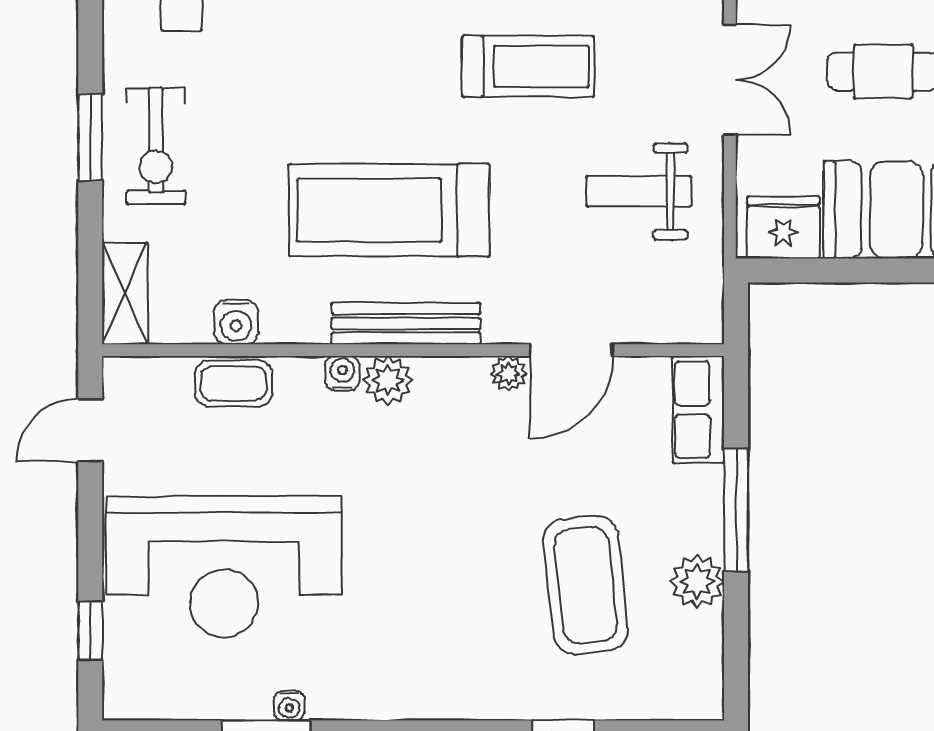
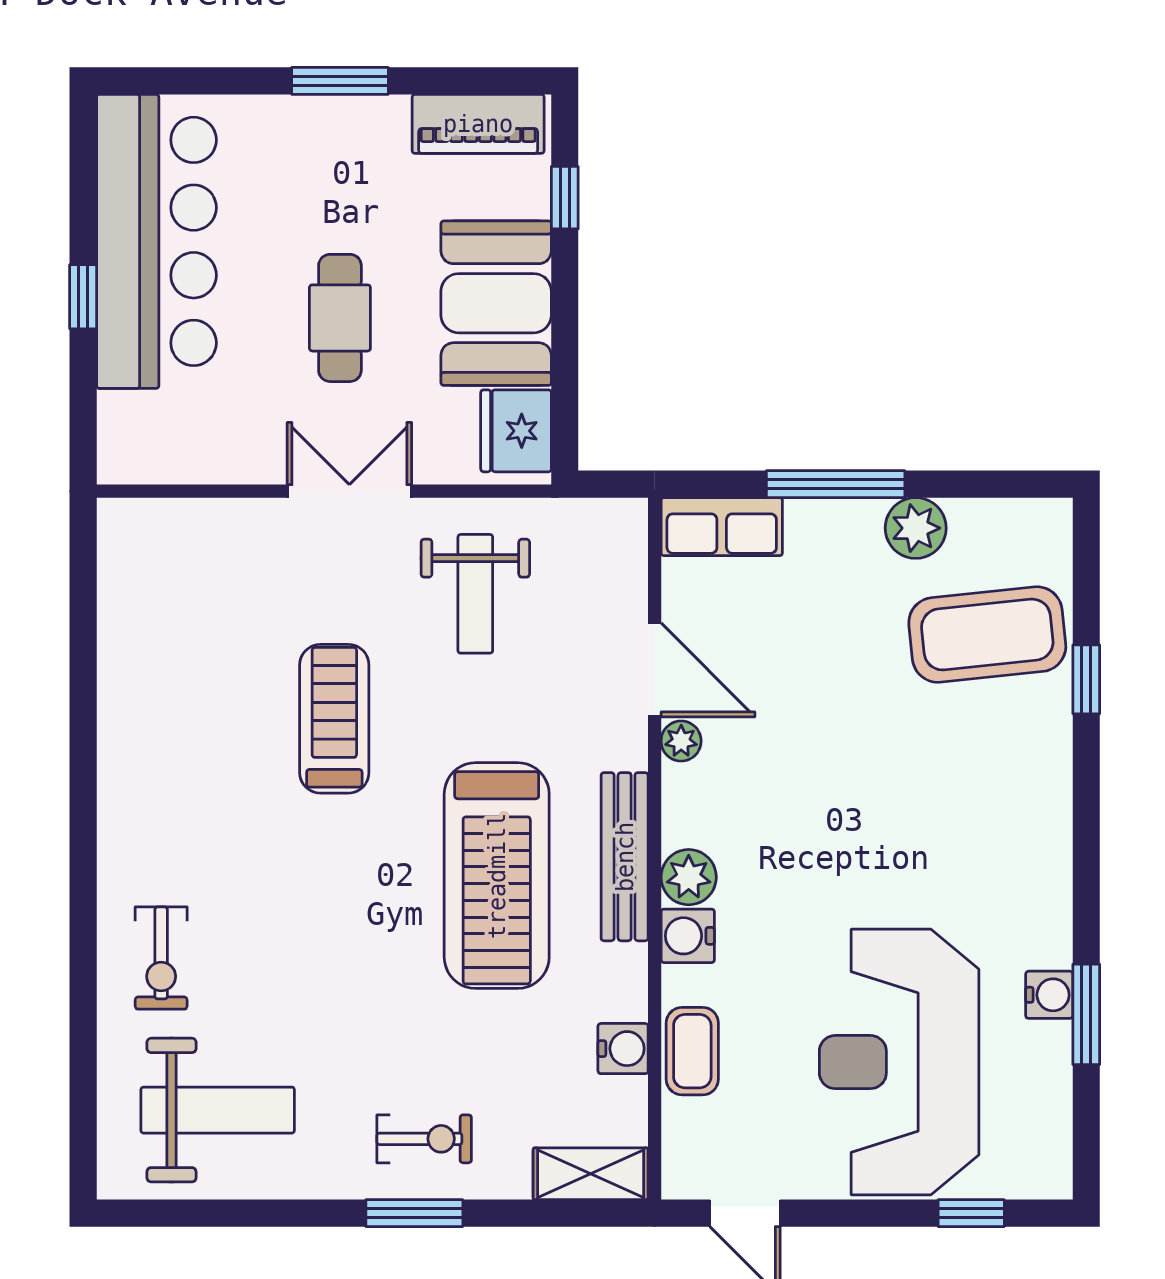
exercise bike: (156, 146) -> (424, 1139), width x0.73, depth x0.72
water cooler: (342, 373) -> (688, 936), width x1.38, depth x1.38
reception desk: (224, 567) -> (899, 1062), turned 180
coffee table: (586, 585) -> (987, 635), moved
water cooler: (289, 706) -> (1049, 995), width x1.38, depth x1.38

